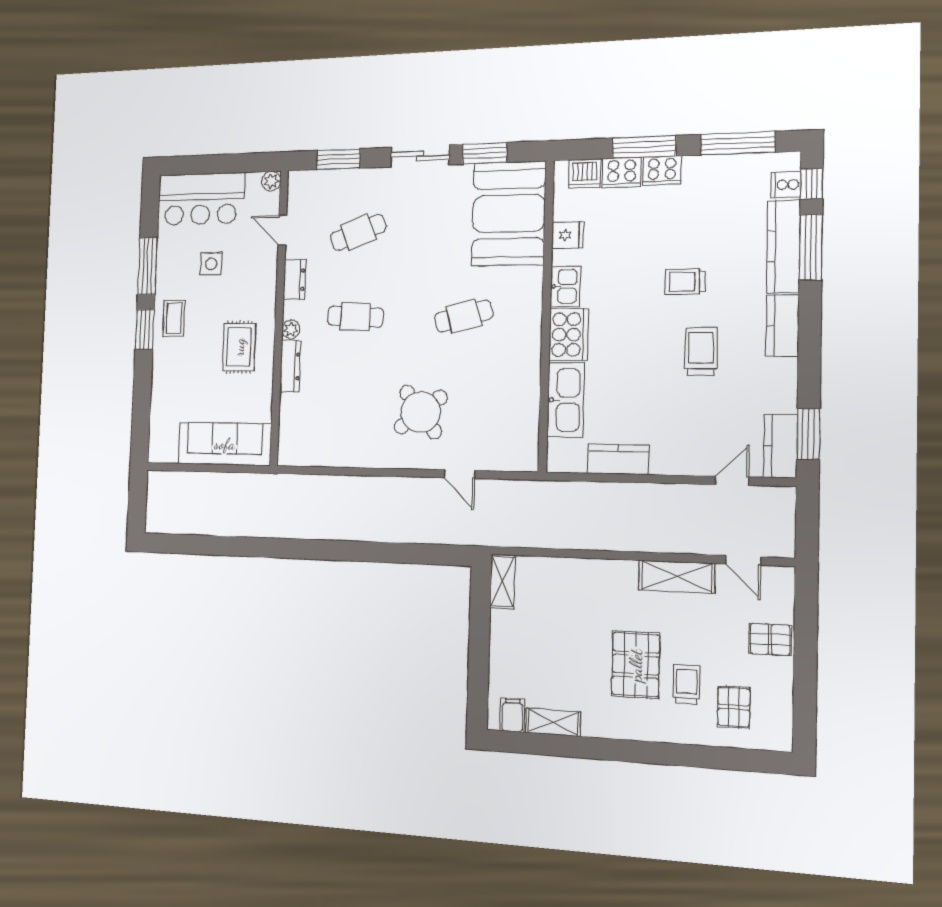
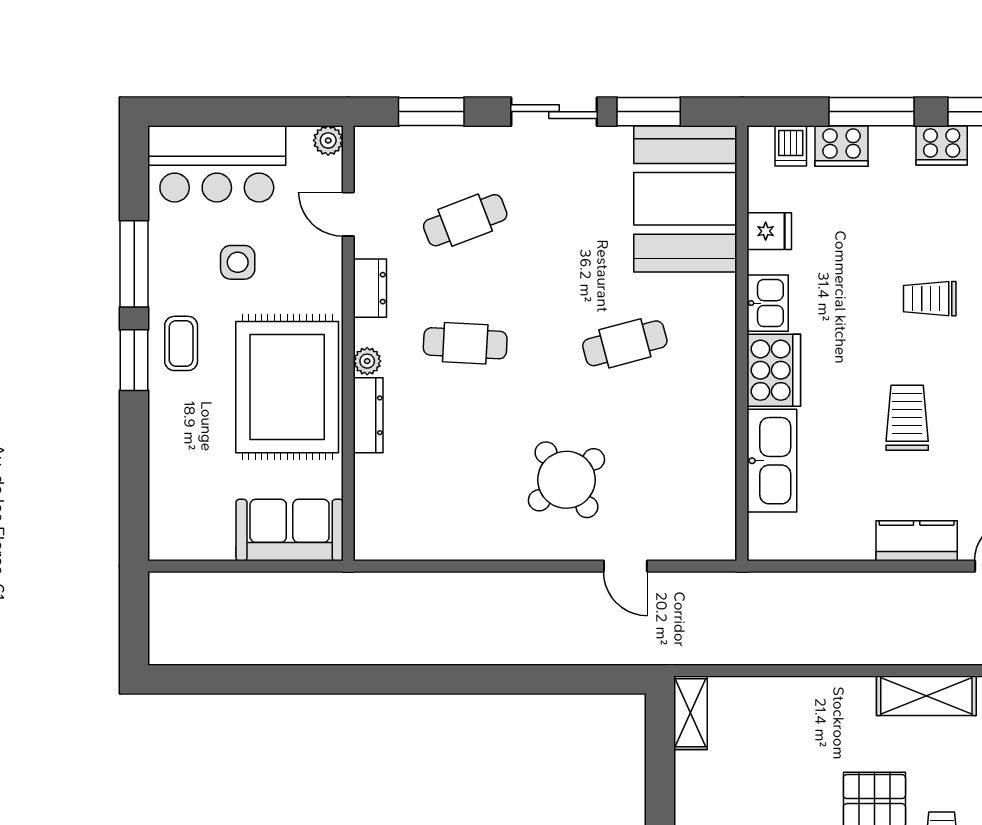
cooker: (662, 171) -> (942, 145), moved
dishwasher: (585, 174) -> (791, 146), width x0.73
rug: (239, 347) -> (287, 387), width x1.86, depth x2.06
trolley: (701, 351) -> (907, 418), moved
sofa: (225, 444) -> (290, 530), width x0.73
kitchen counter: (618, 459) -> (917, 541), moved

